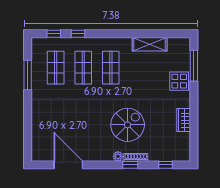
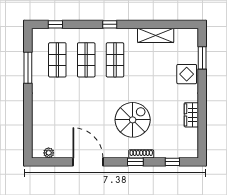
window: (78, 34) -> (110, 24), moved
window: (194, 66) -> (202, 58), width x0.69
plant: (118, 156) -> (49, 153), moved
door: (68, 165) -> (88, 162), moved

